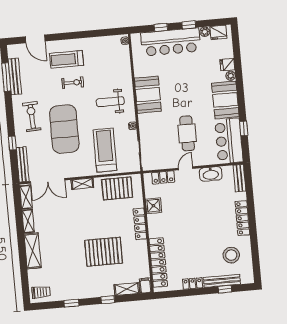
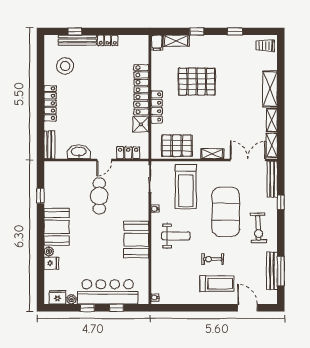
bar counter: (229, 141) -> (57, 184), removed
locker: (158, 263) -> (141, 90), moved

